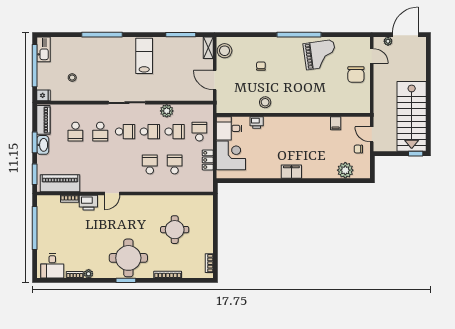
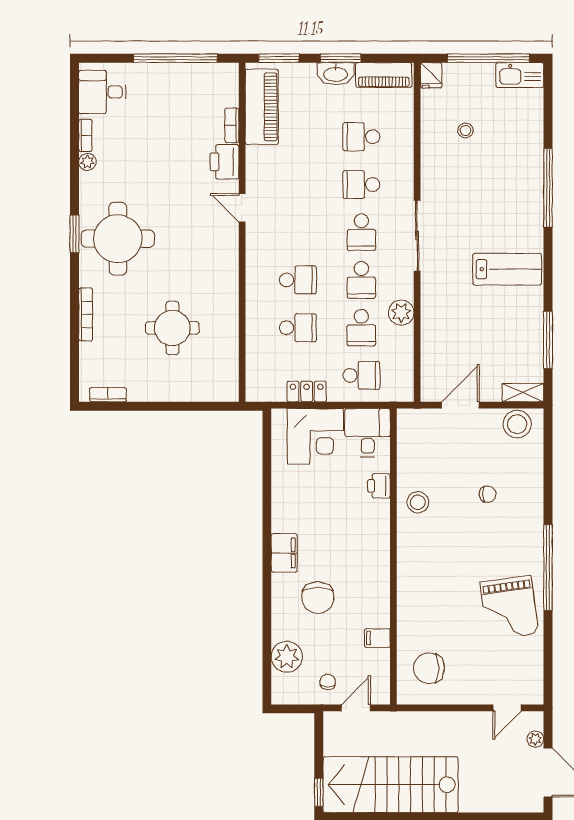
chair: (356, 74) -> (429, 668), moved
chair: (315, 154) -> (318, 598), added

